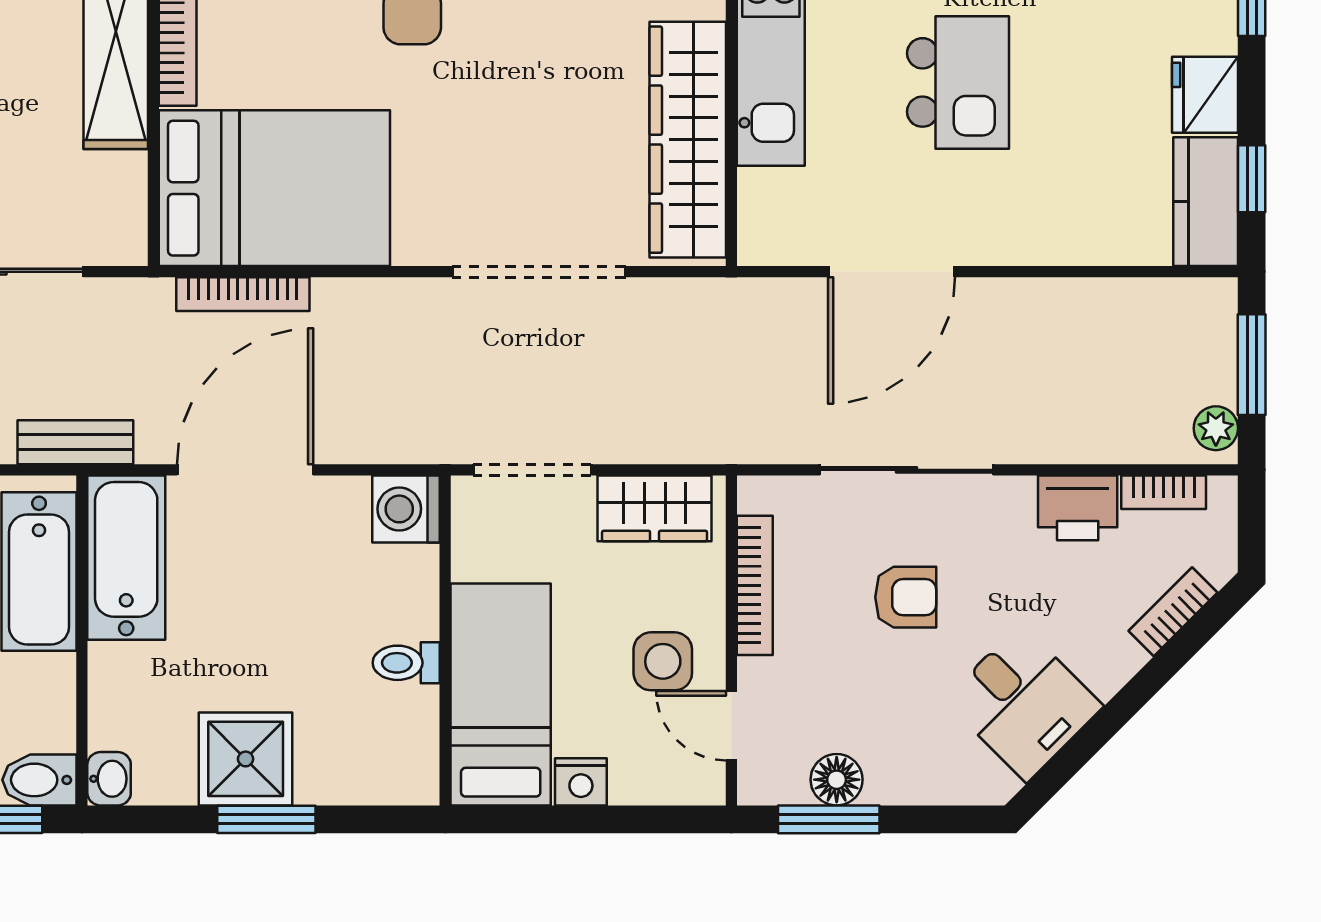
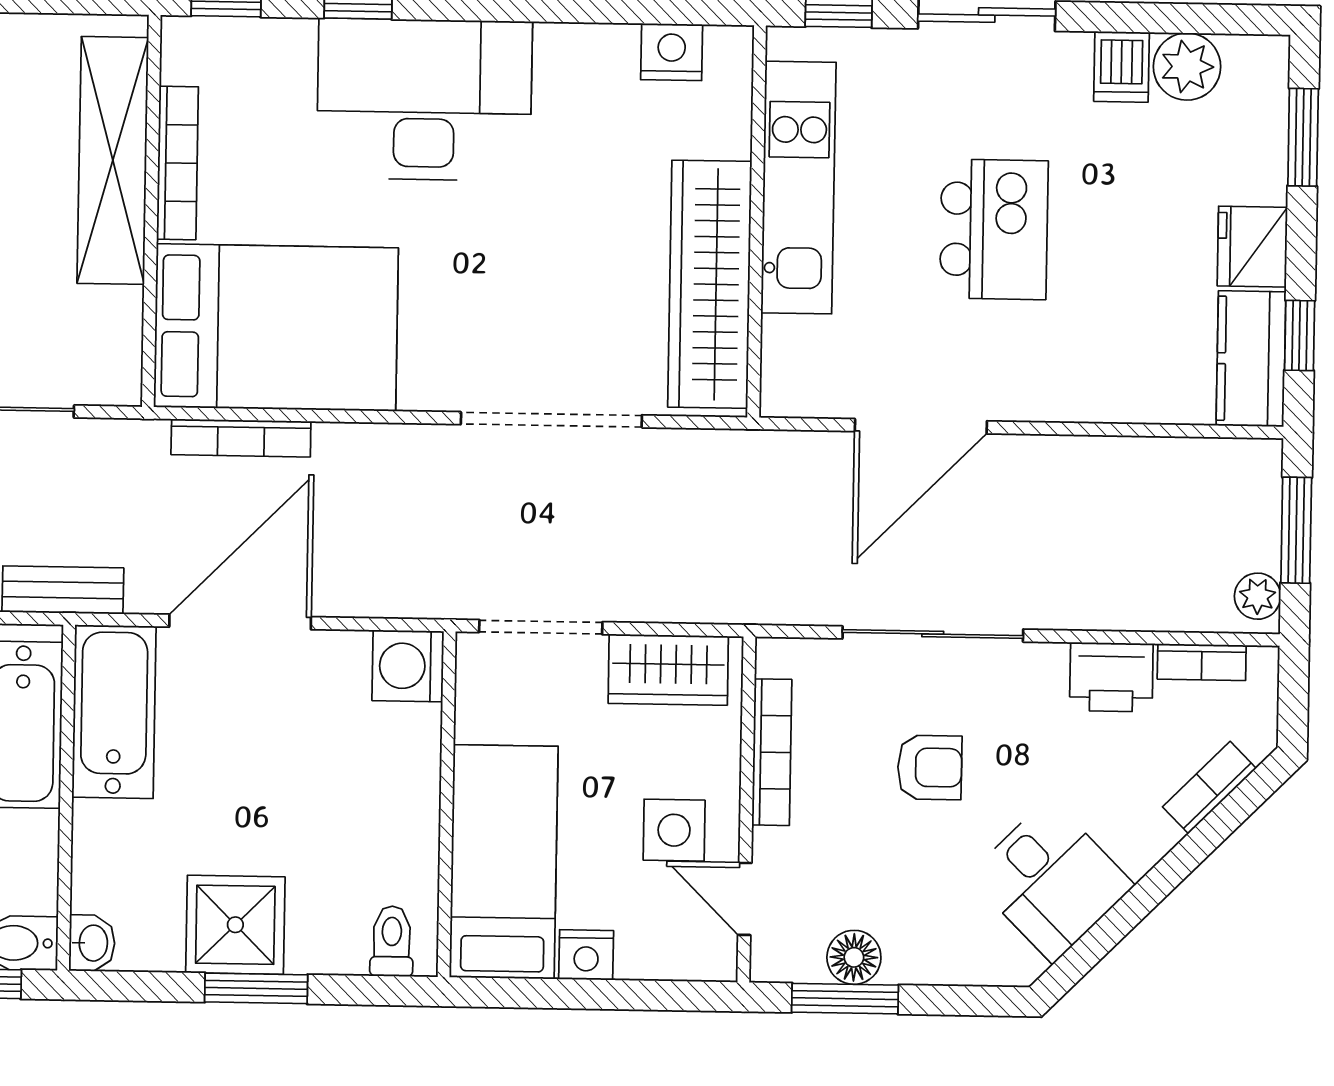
toilet: (406, 663) -> (392, 941), moved, turned 90

